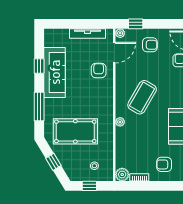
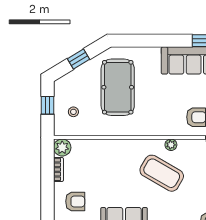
window: (39, 107) -> (150, 41), removed
plant: (120, 122) -> (171, 145), moved
armchair: (164, 164) -> (75, 201), turned 90

